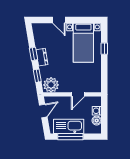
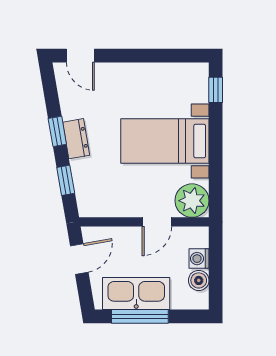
door: (59, 20) -> (80, 56), moved
bed with nightstands: (83, 43) -> (165, 141), moved, turned 90
window: (104, 49) -> (216, 90), moved
plant: (51, 85) -> (192, 201), moved

